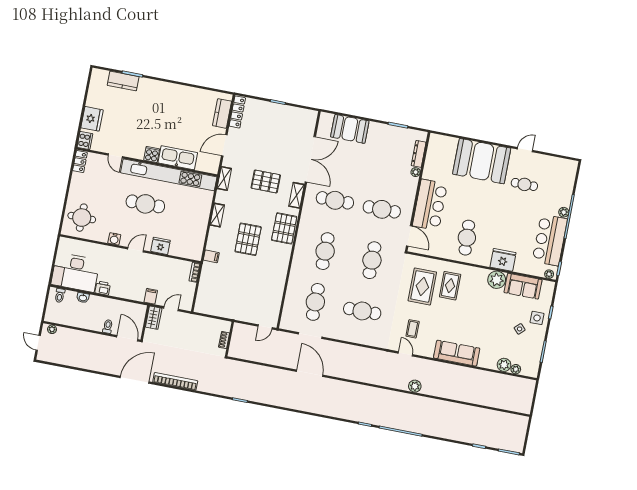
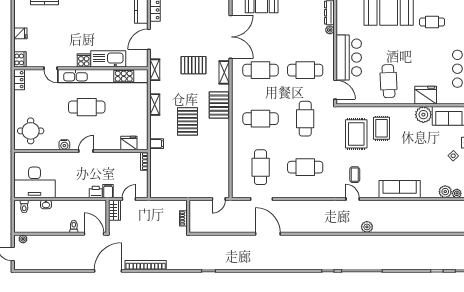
fridge: (92, 119) -> (20, 33), width x0.53, depth x0.75
fridge: (161, 246) -> (129, 143), moved
cafe table: (325, 251) -> (261, 119), turned 90
printer: (103, 288) -> (96, 192), moved

